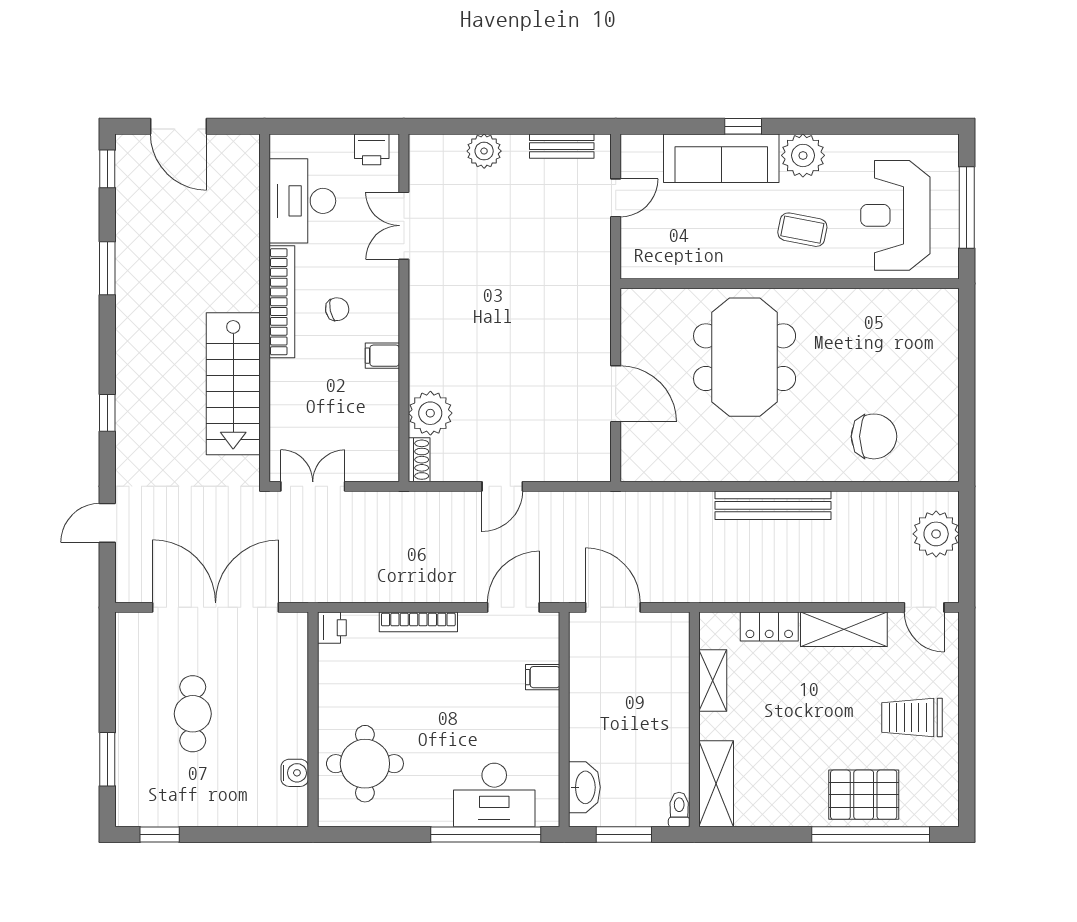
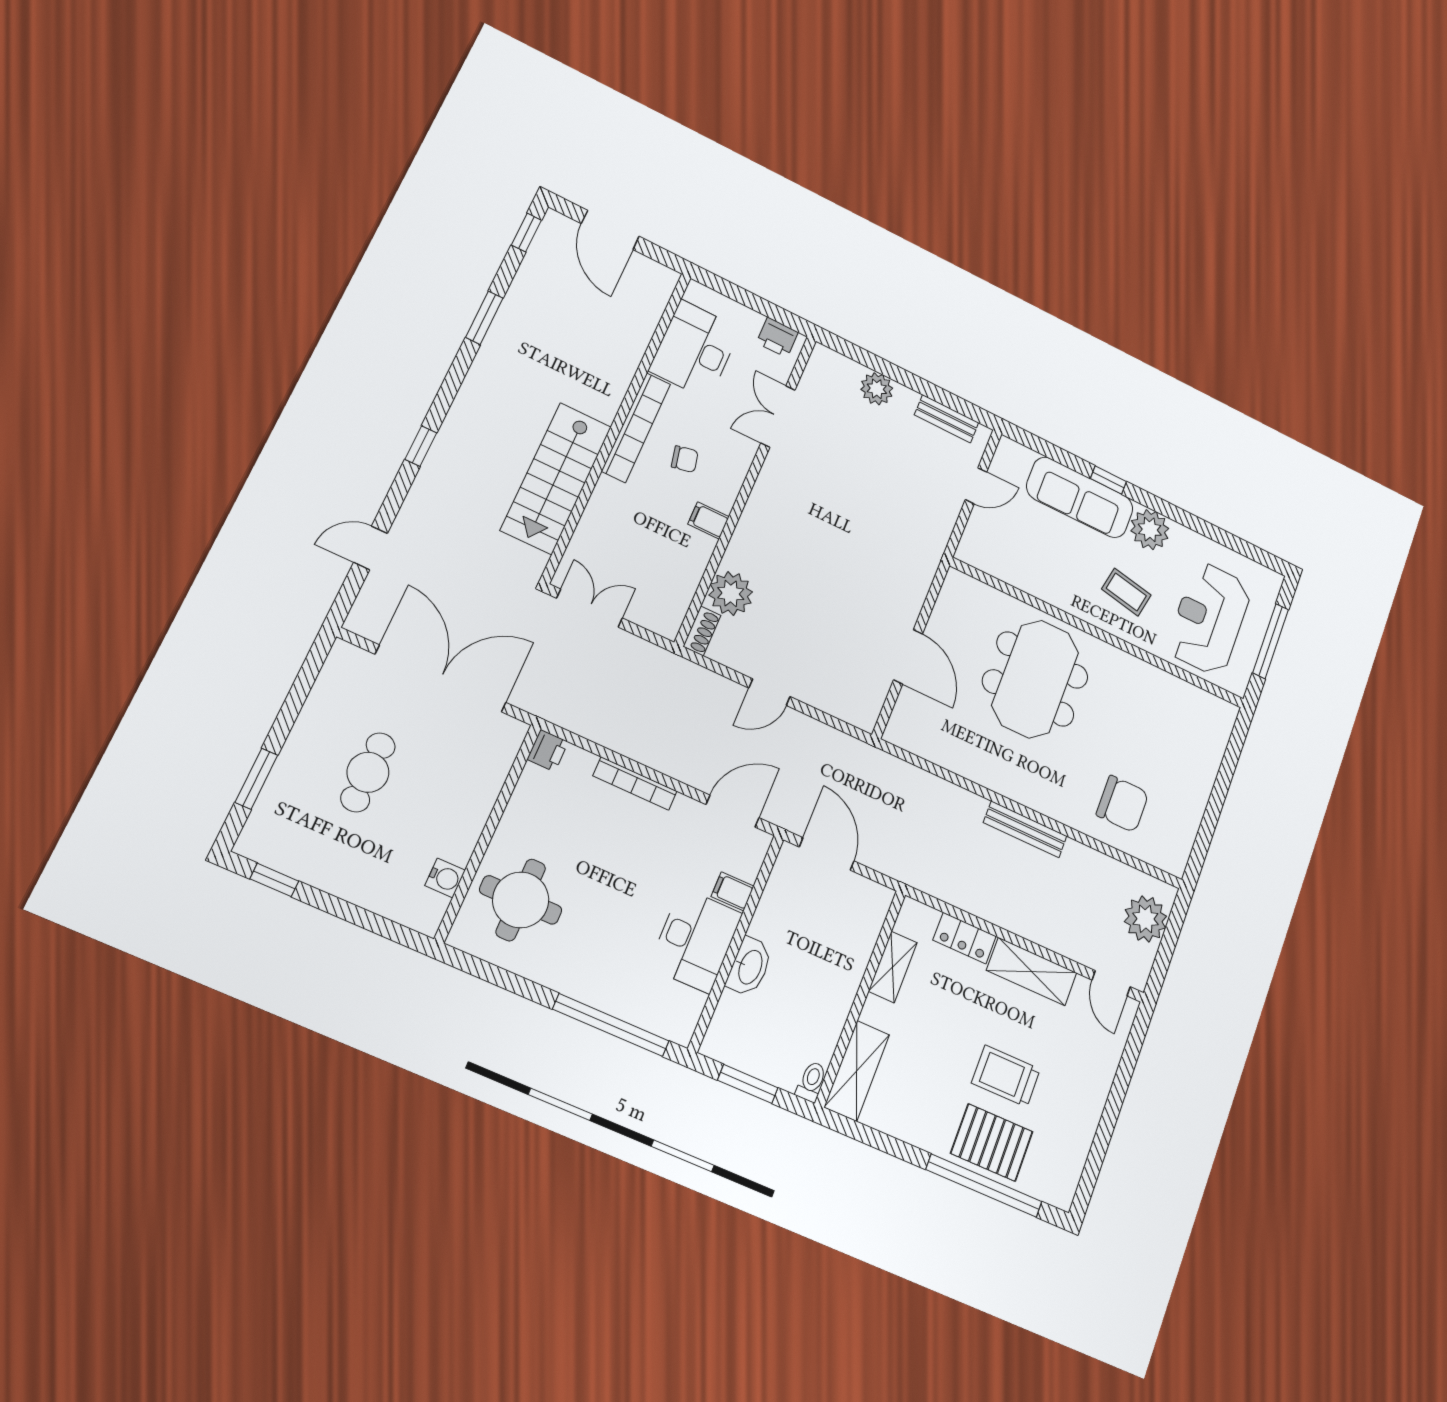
bench: (773, 505) -> (1025, 829), width x0.73, depth x0.82
trolley: (912, 717) -> (1006, 1076), moved
washbasin: (584, 787) -> (750, 967), moved
desk: (494, 795) -> (695, 940), moved, turned -90

